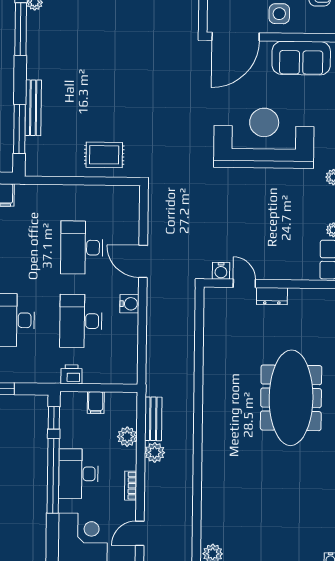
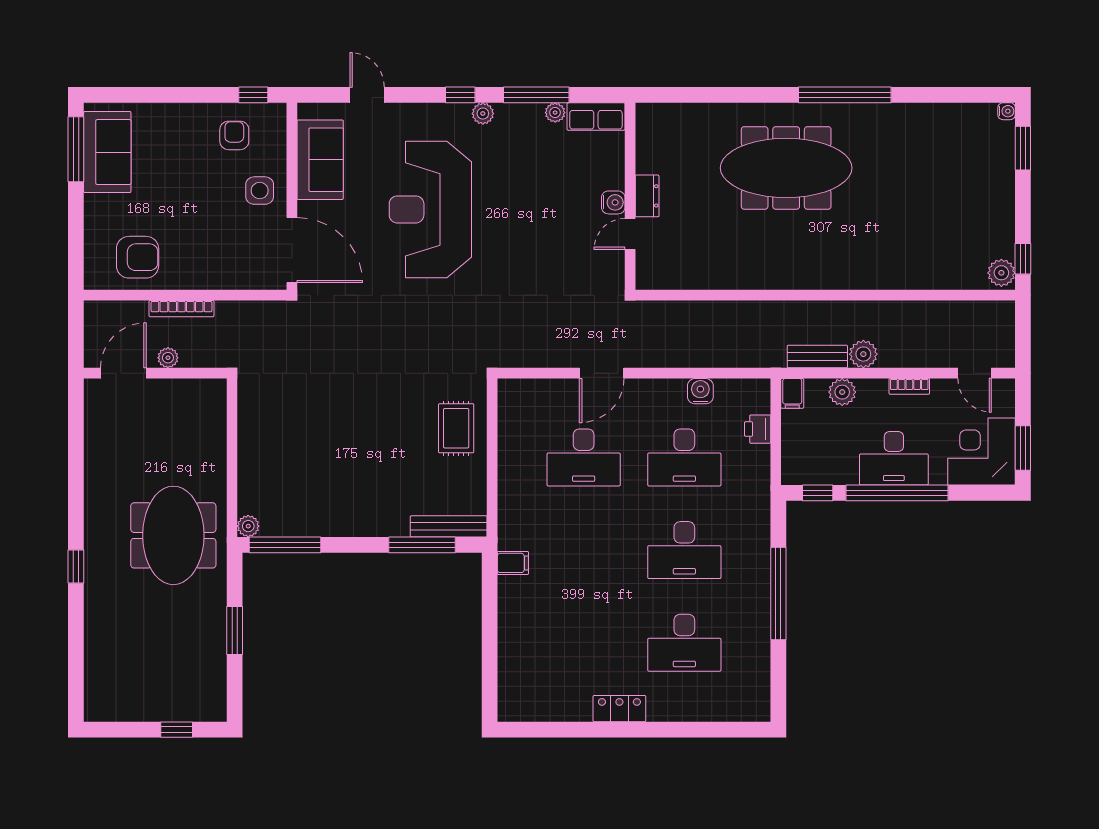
bench: (33, 108) -> (449, 526), moved
water cooler: (221, 271) -> (613, 202), moved
water cooler: (129, 304) -> (700, 391), moved
printer: (71, 374) -> (758, 429), moved
filing cabinet: (96, 403) -> (792, 393), moved, turned 90

